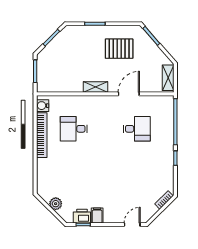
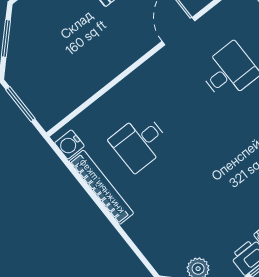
shelving: (95, 87) -> (124, 59), removed

